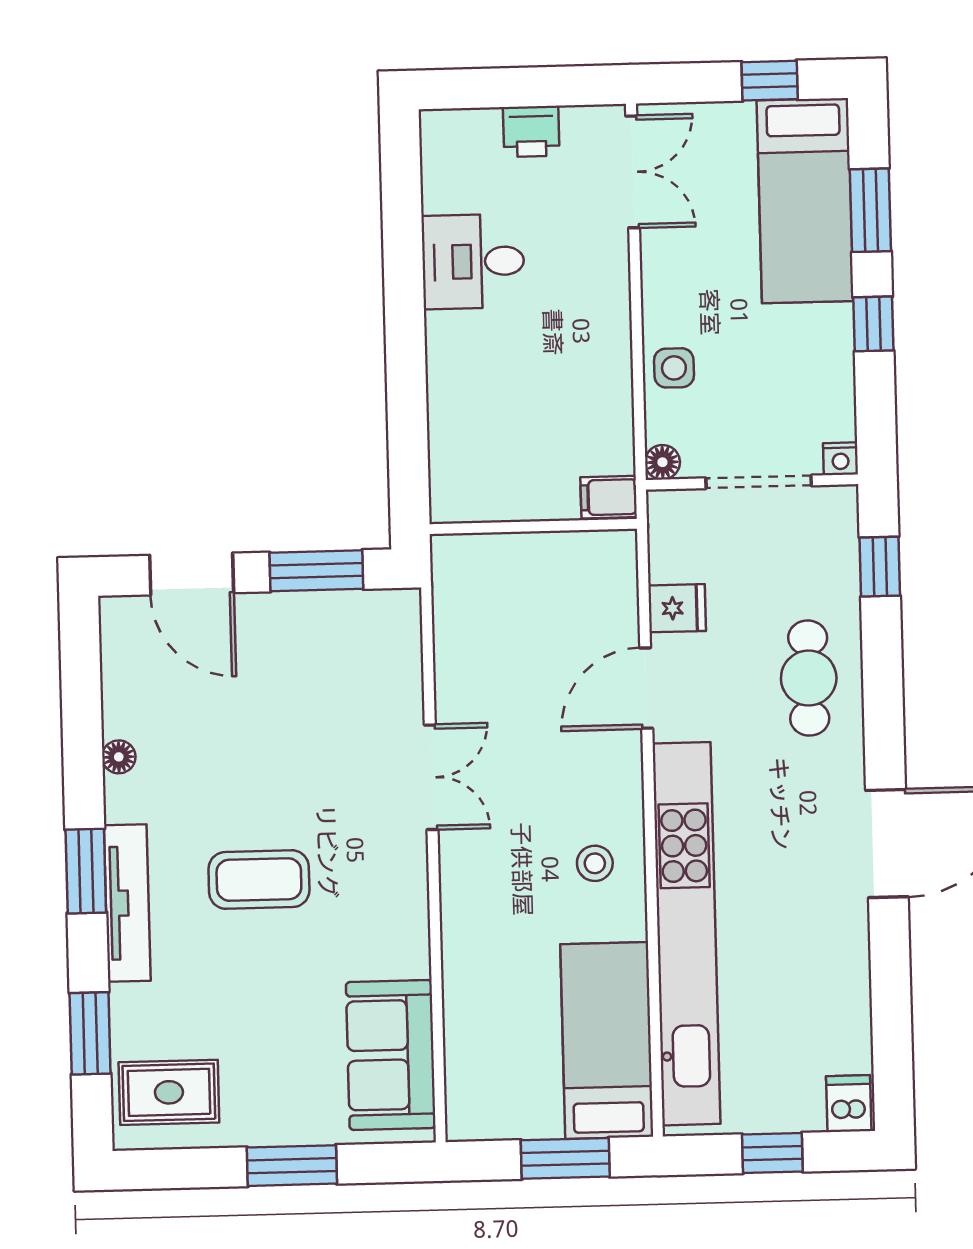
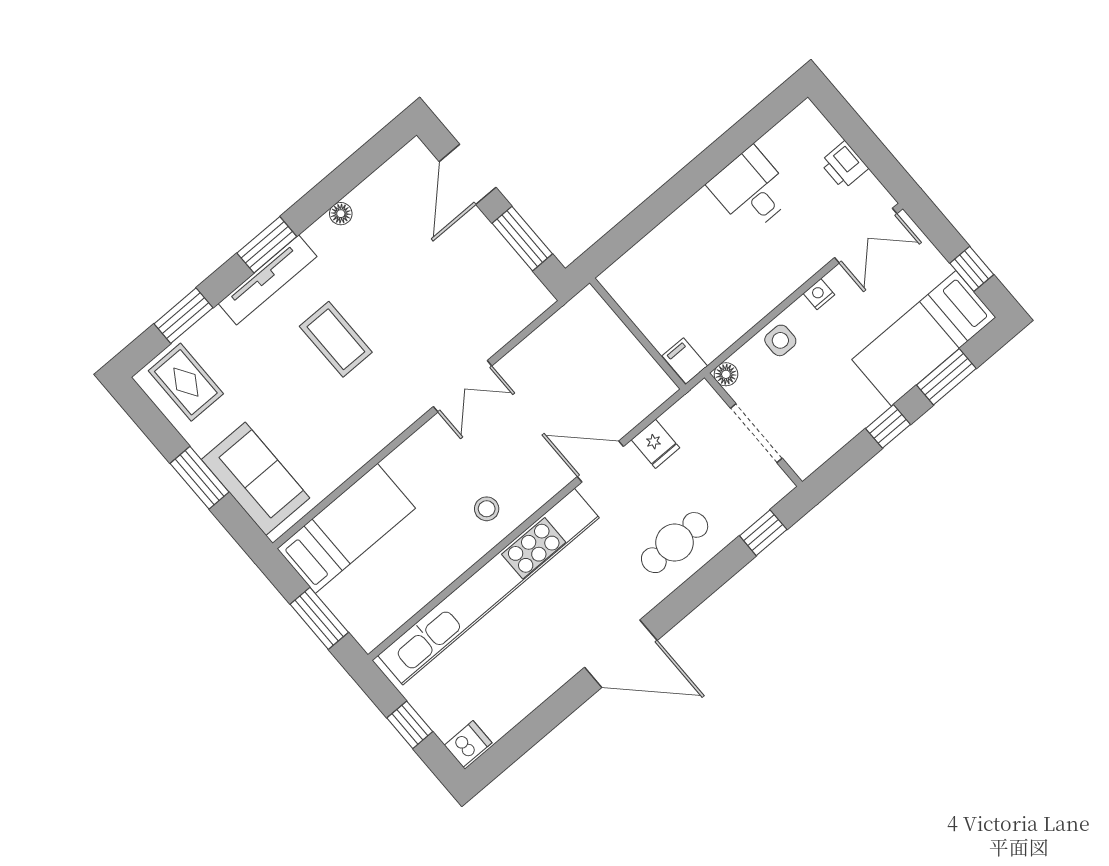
nightstand: (841, 459) -> (819, 294), moved, turned 90
bed: (607, 1040) -> (346, 528), moved
sofa: (391, 1055) -> (255, 479), moved, turned 90

